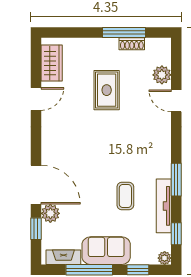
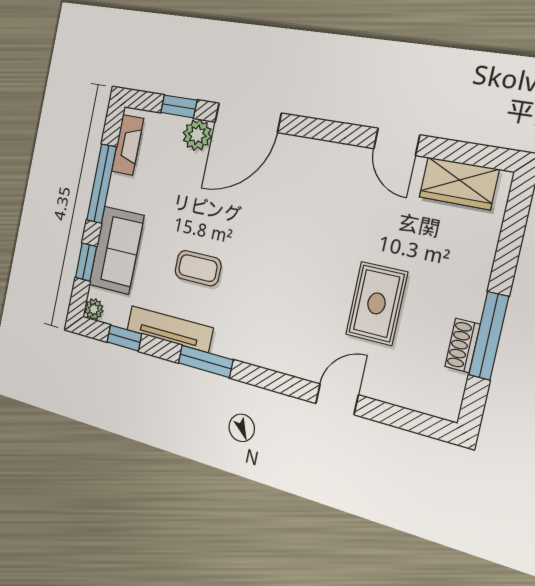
plant: (162, 75) -> (390, 386), removed
rug: (107, 90) -> (376, 303), moved, turned 90
sofa: (106, 251) -> (116, 250), moved

